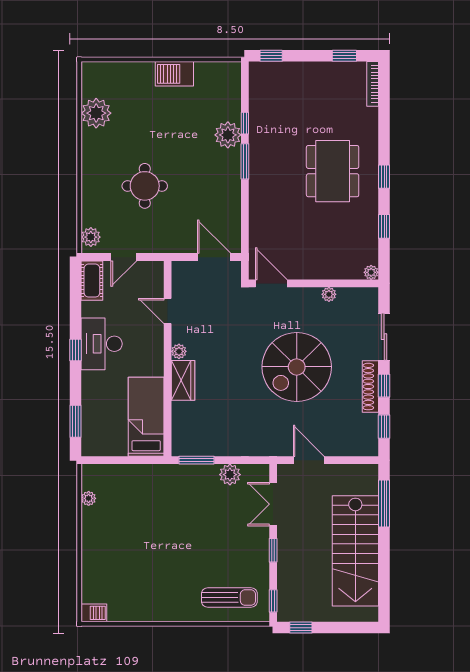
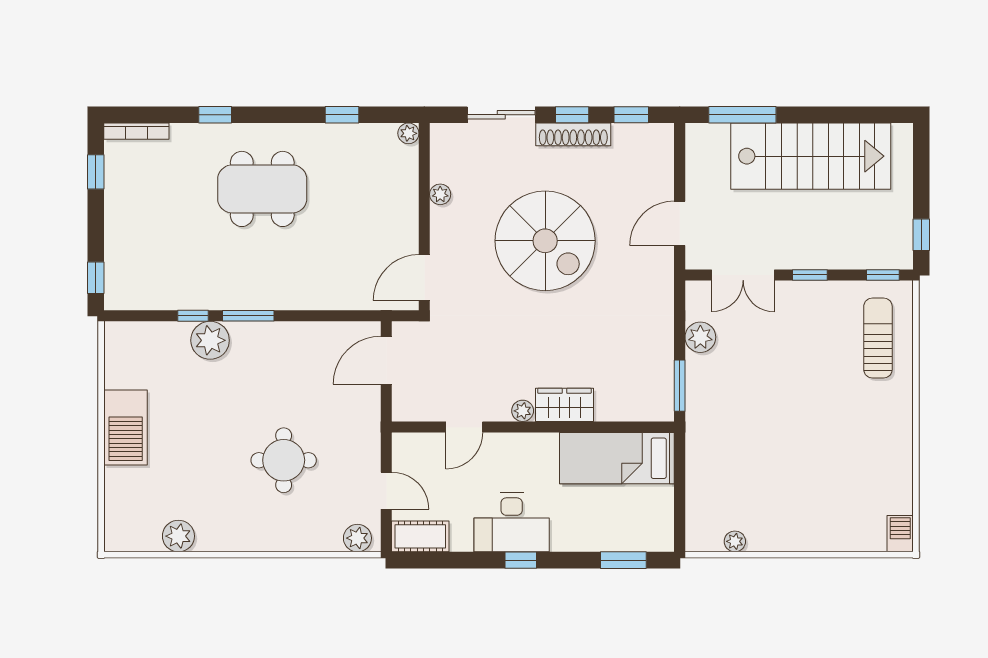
barbecue: (174, 74) -> (126, 428), width x1.37, depth x1.21
plant: (96, 113) -> (178, 536), width x0.73, depth x0.73
window: (384, 177) -> (215, 115), moved

